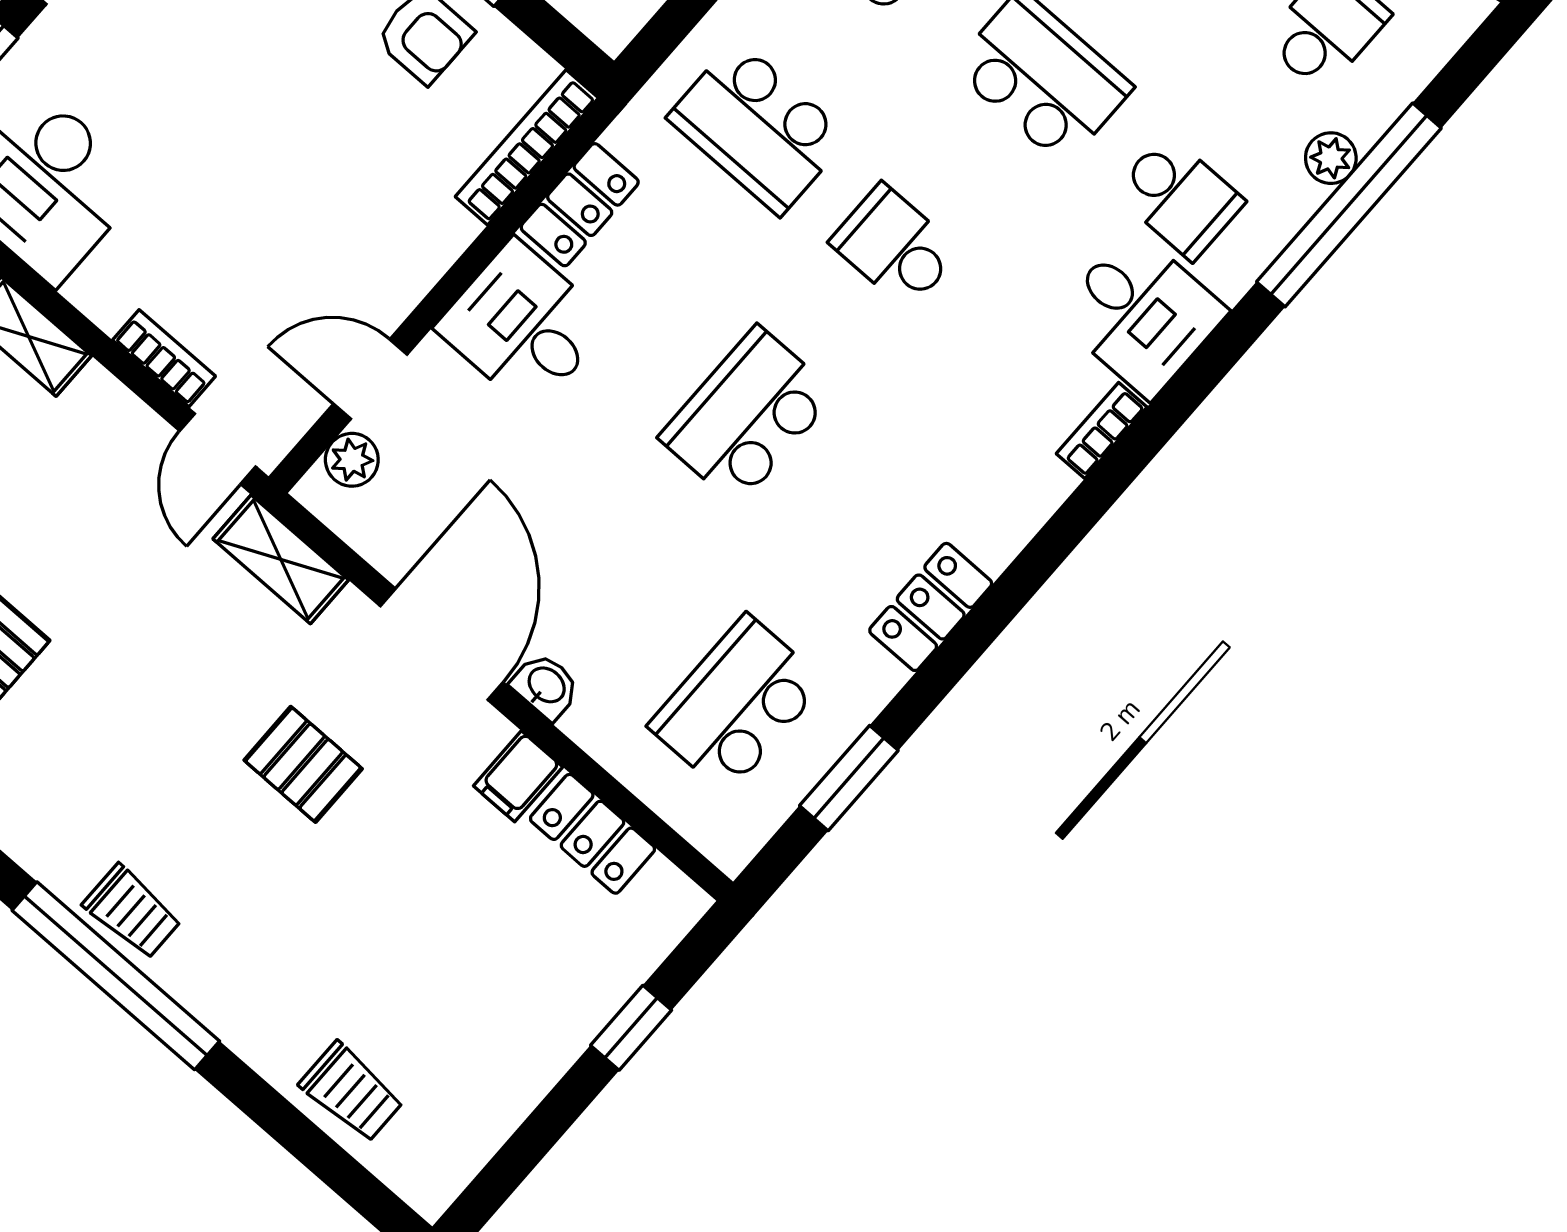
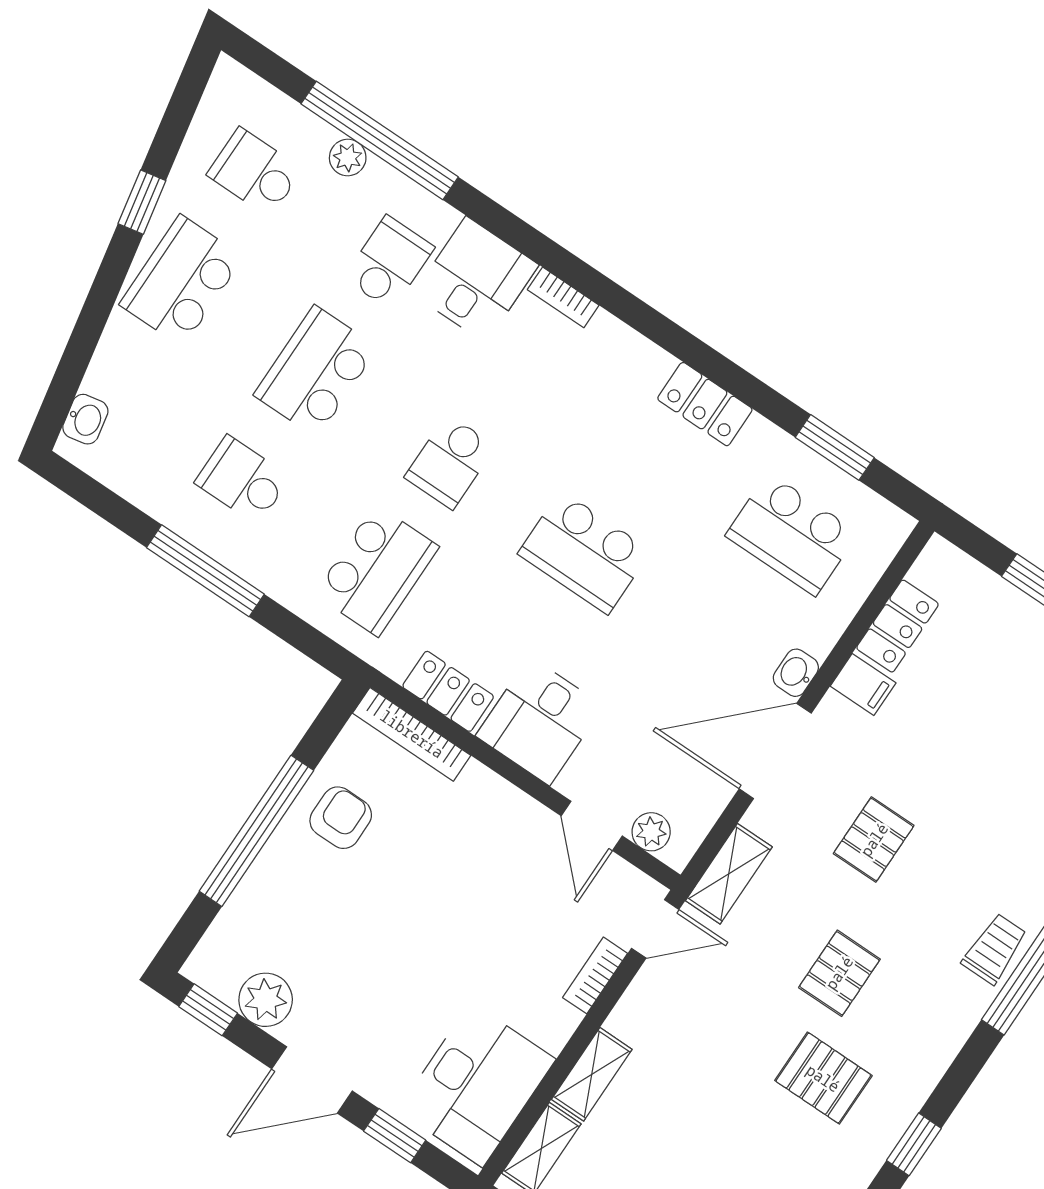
pallet: (125, 694) -> (839, 973), added

